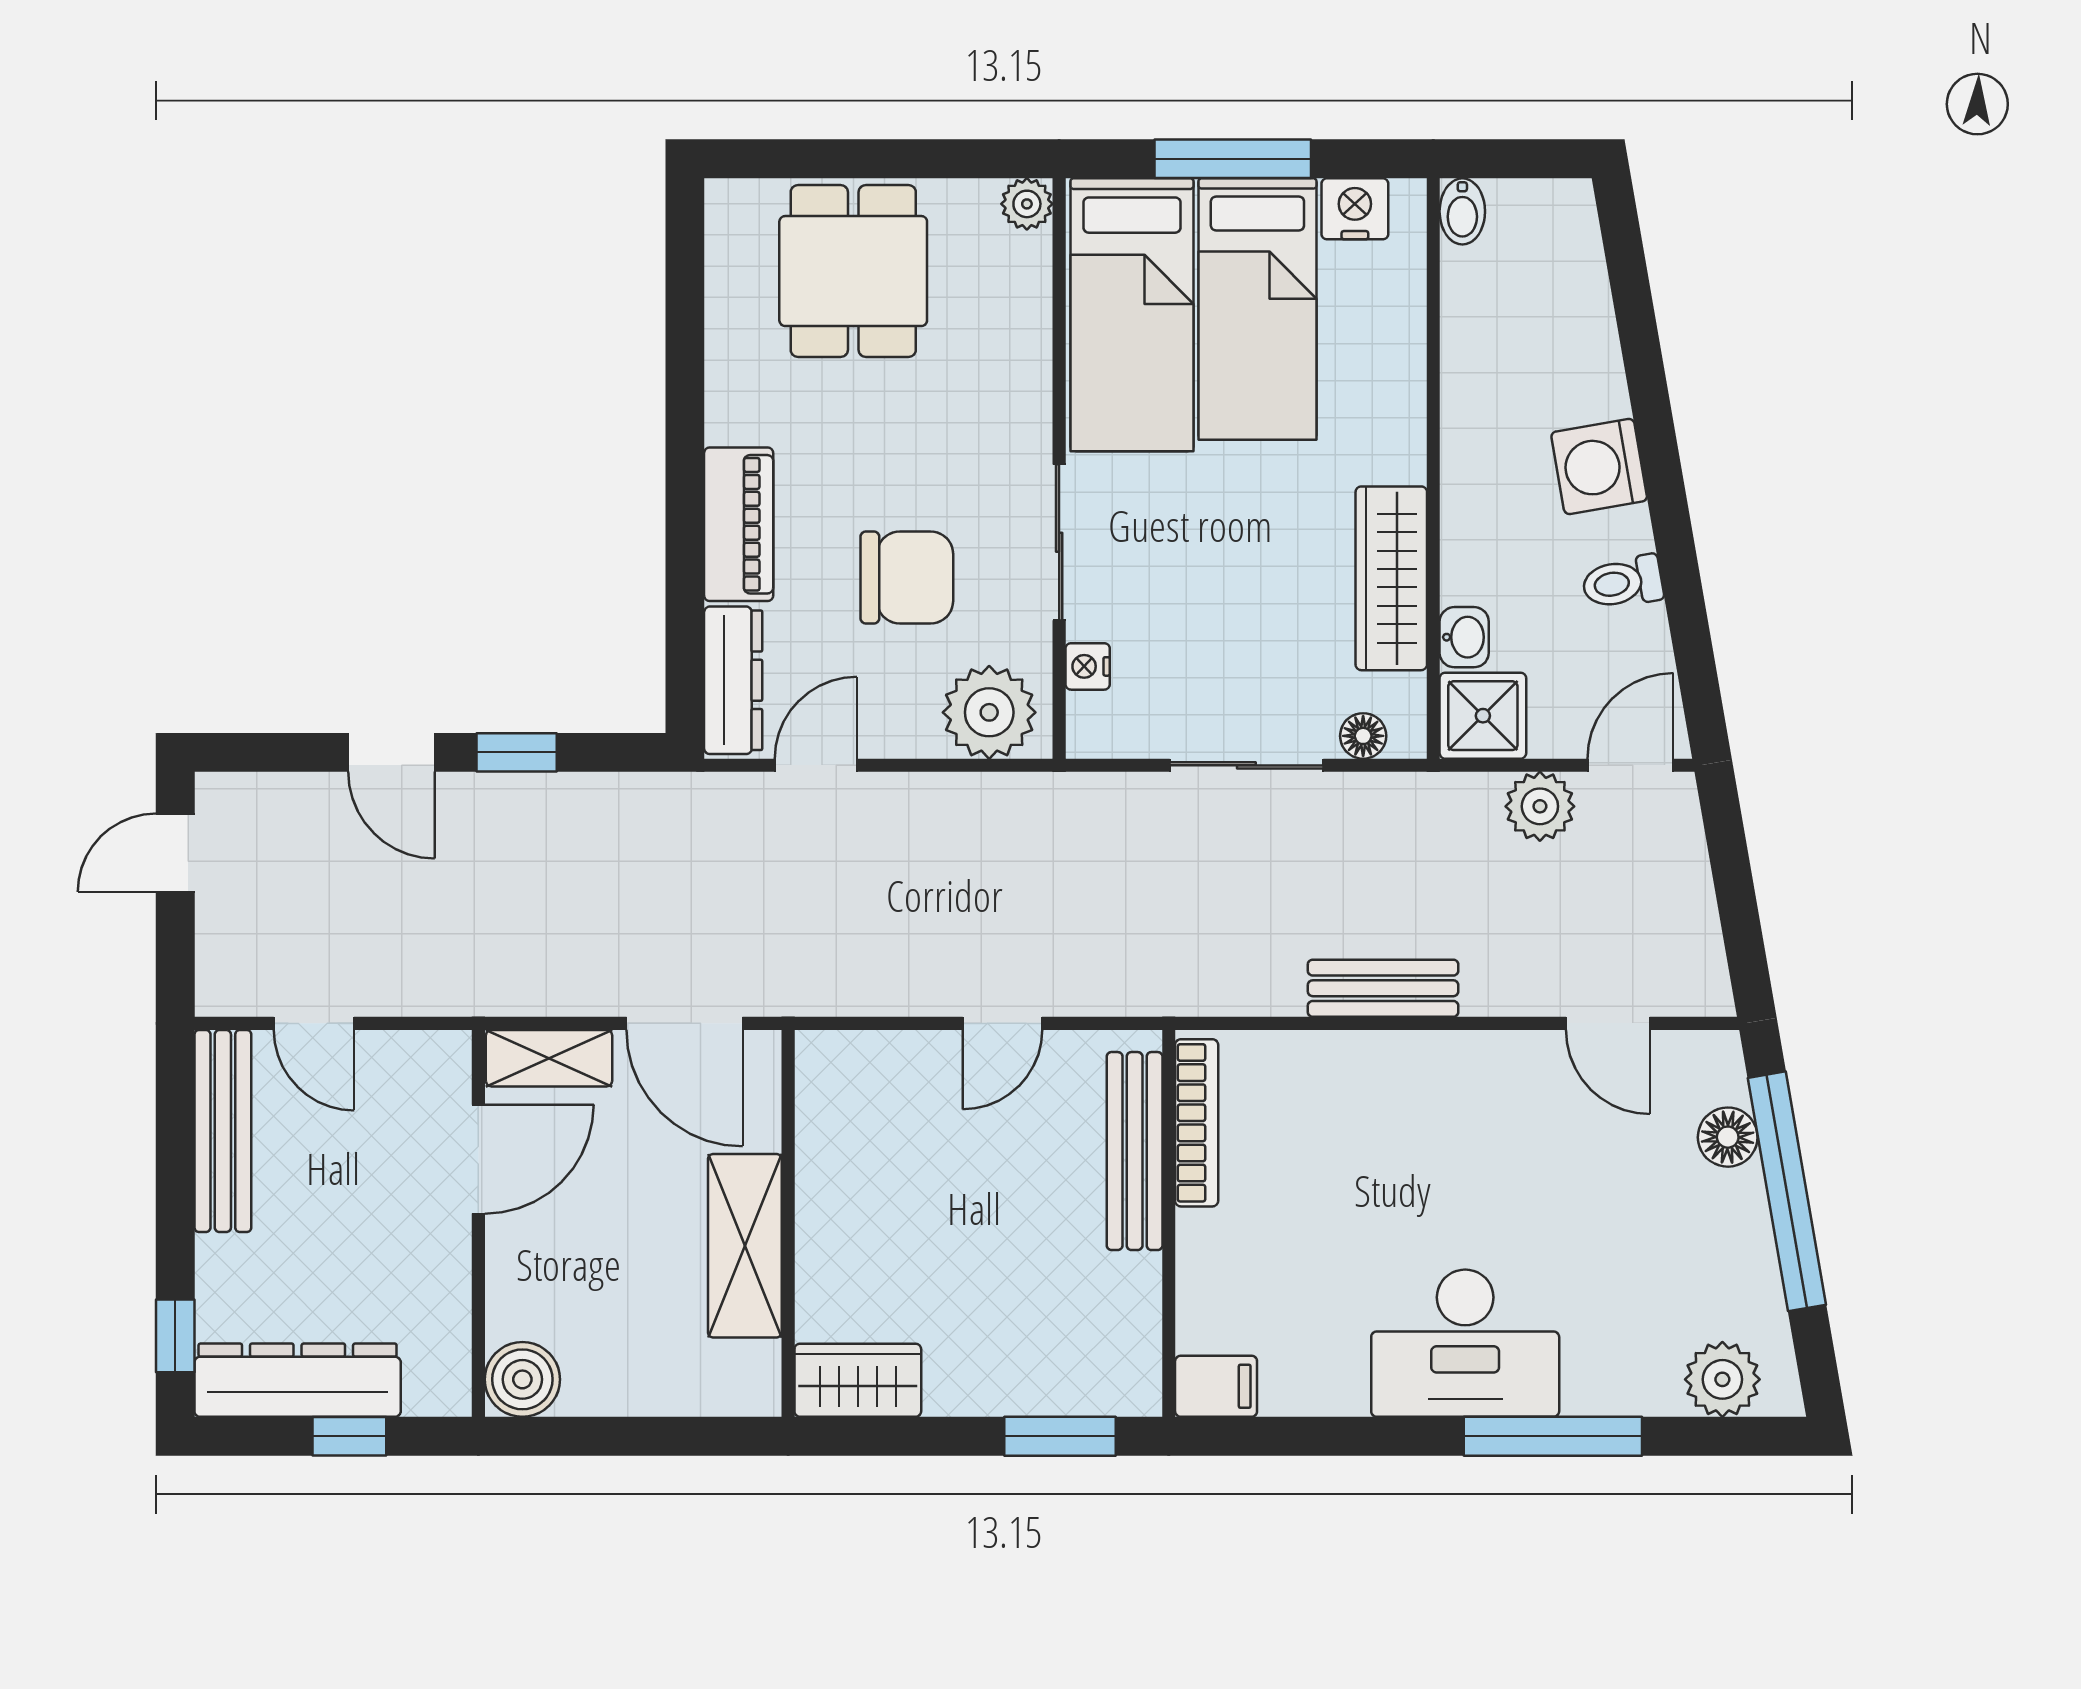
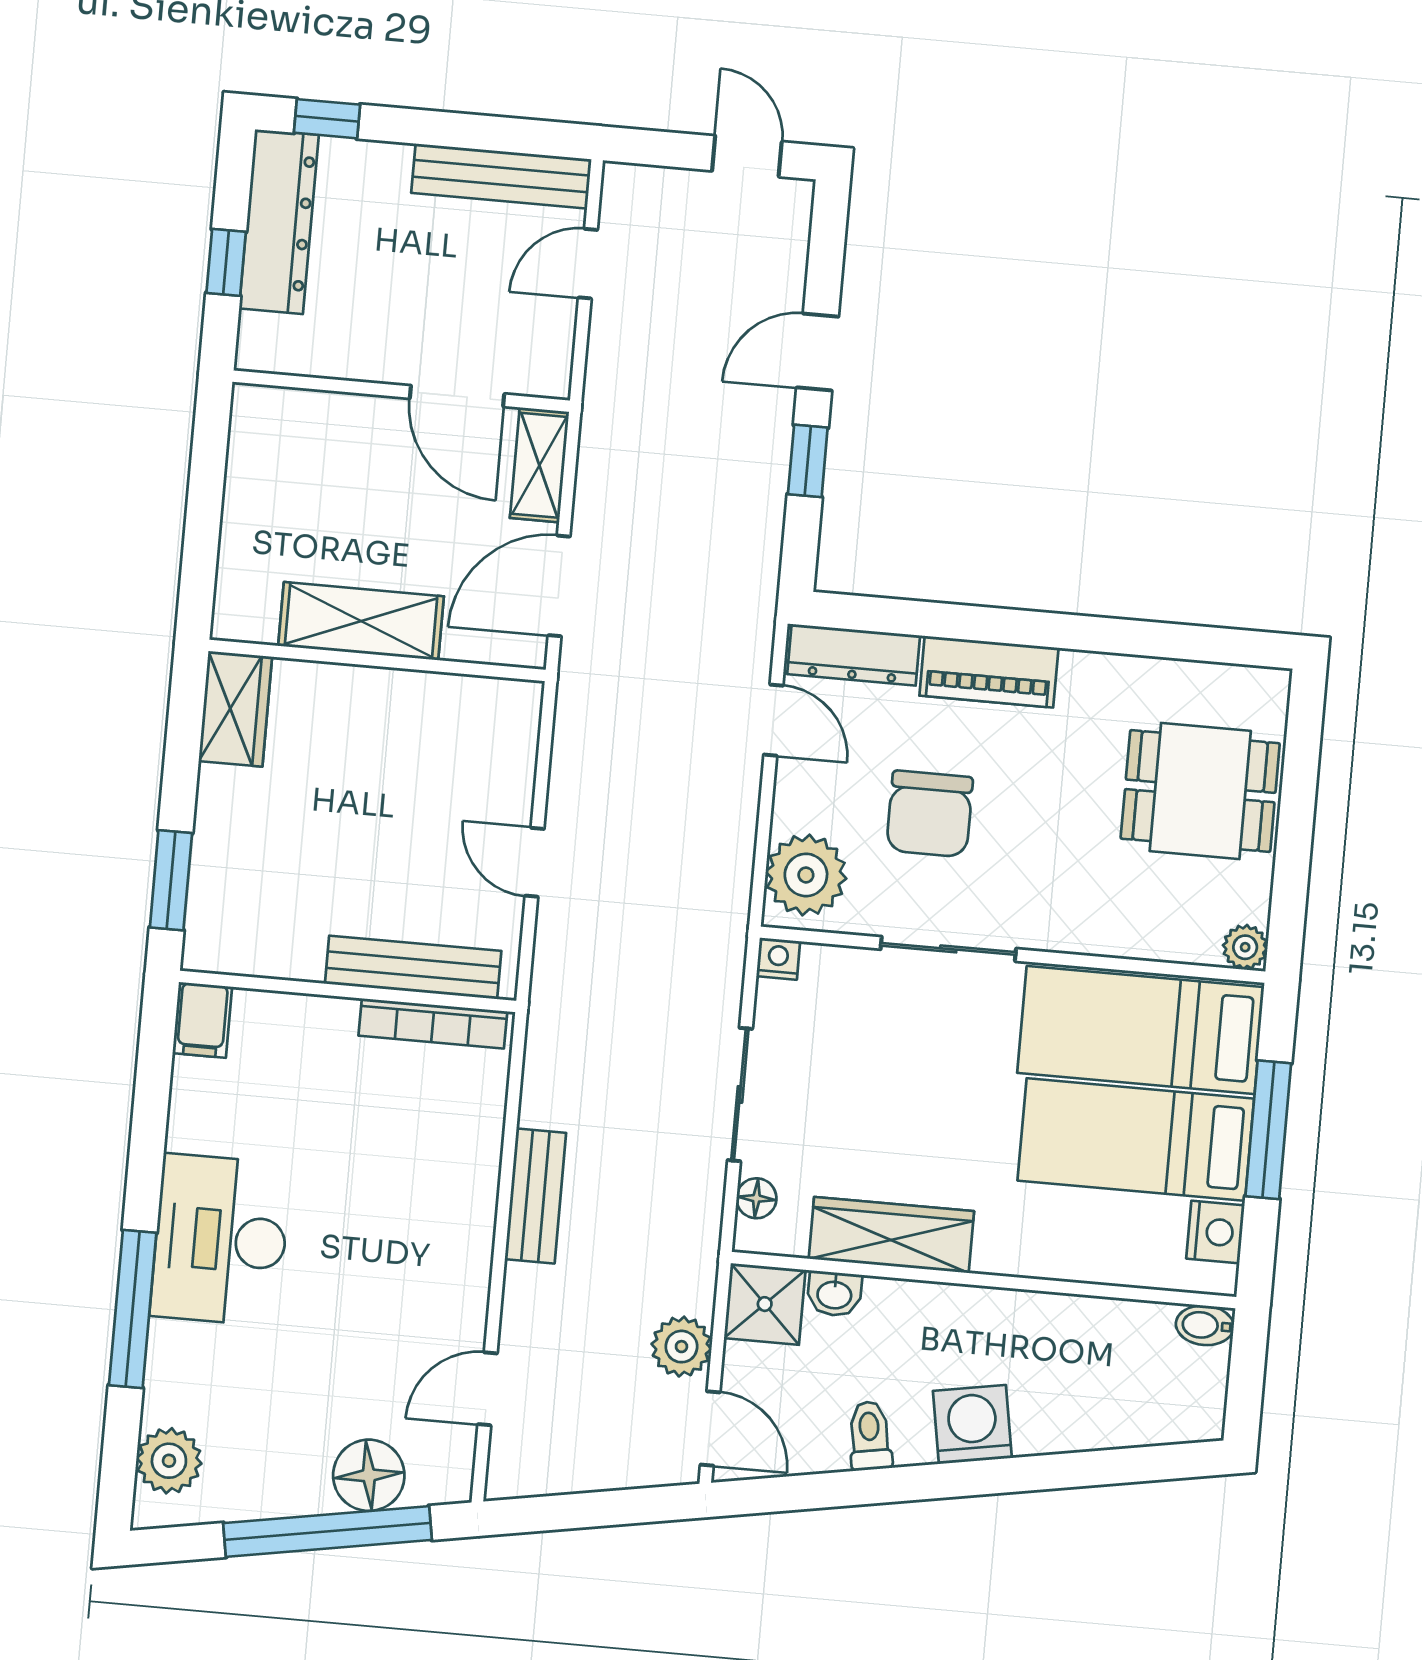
nightstand: (1088, 666) -> (778, 959), moved
floor lamp: (1728, 1137) -> (369, 1475), width x1.38, depth x1.38
boiler: (522, 1379) -> (262, 417), removed

